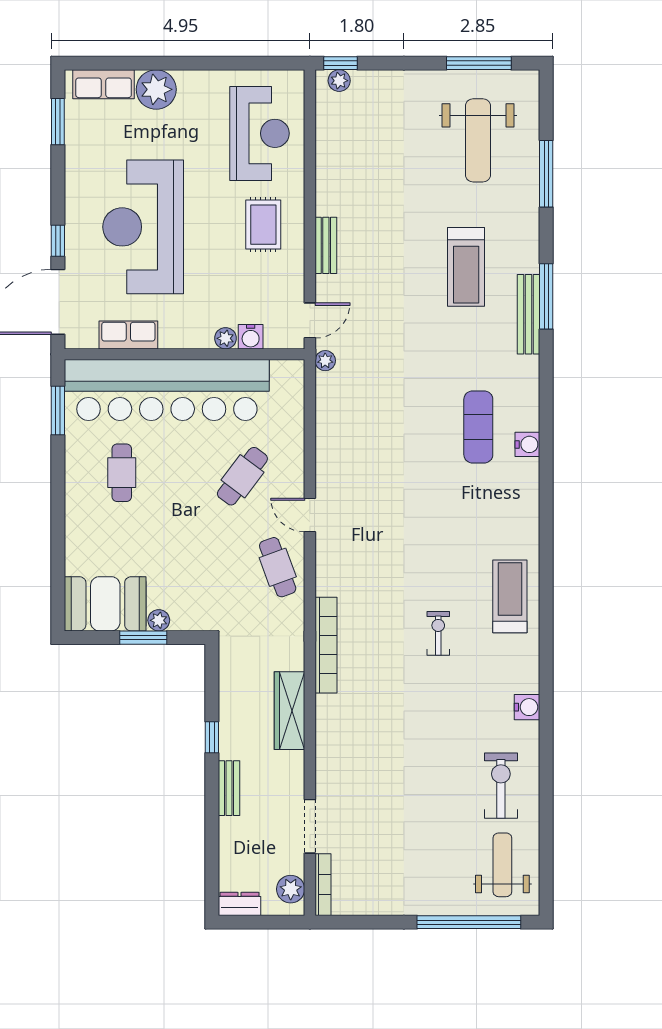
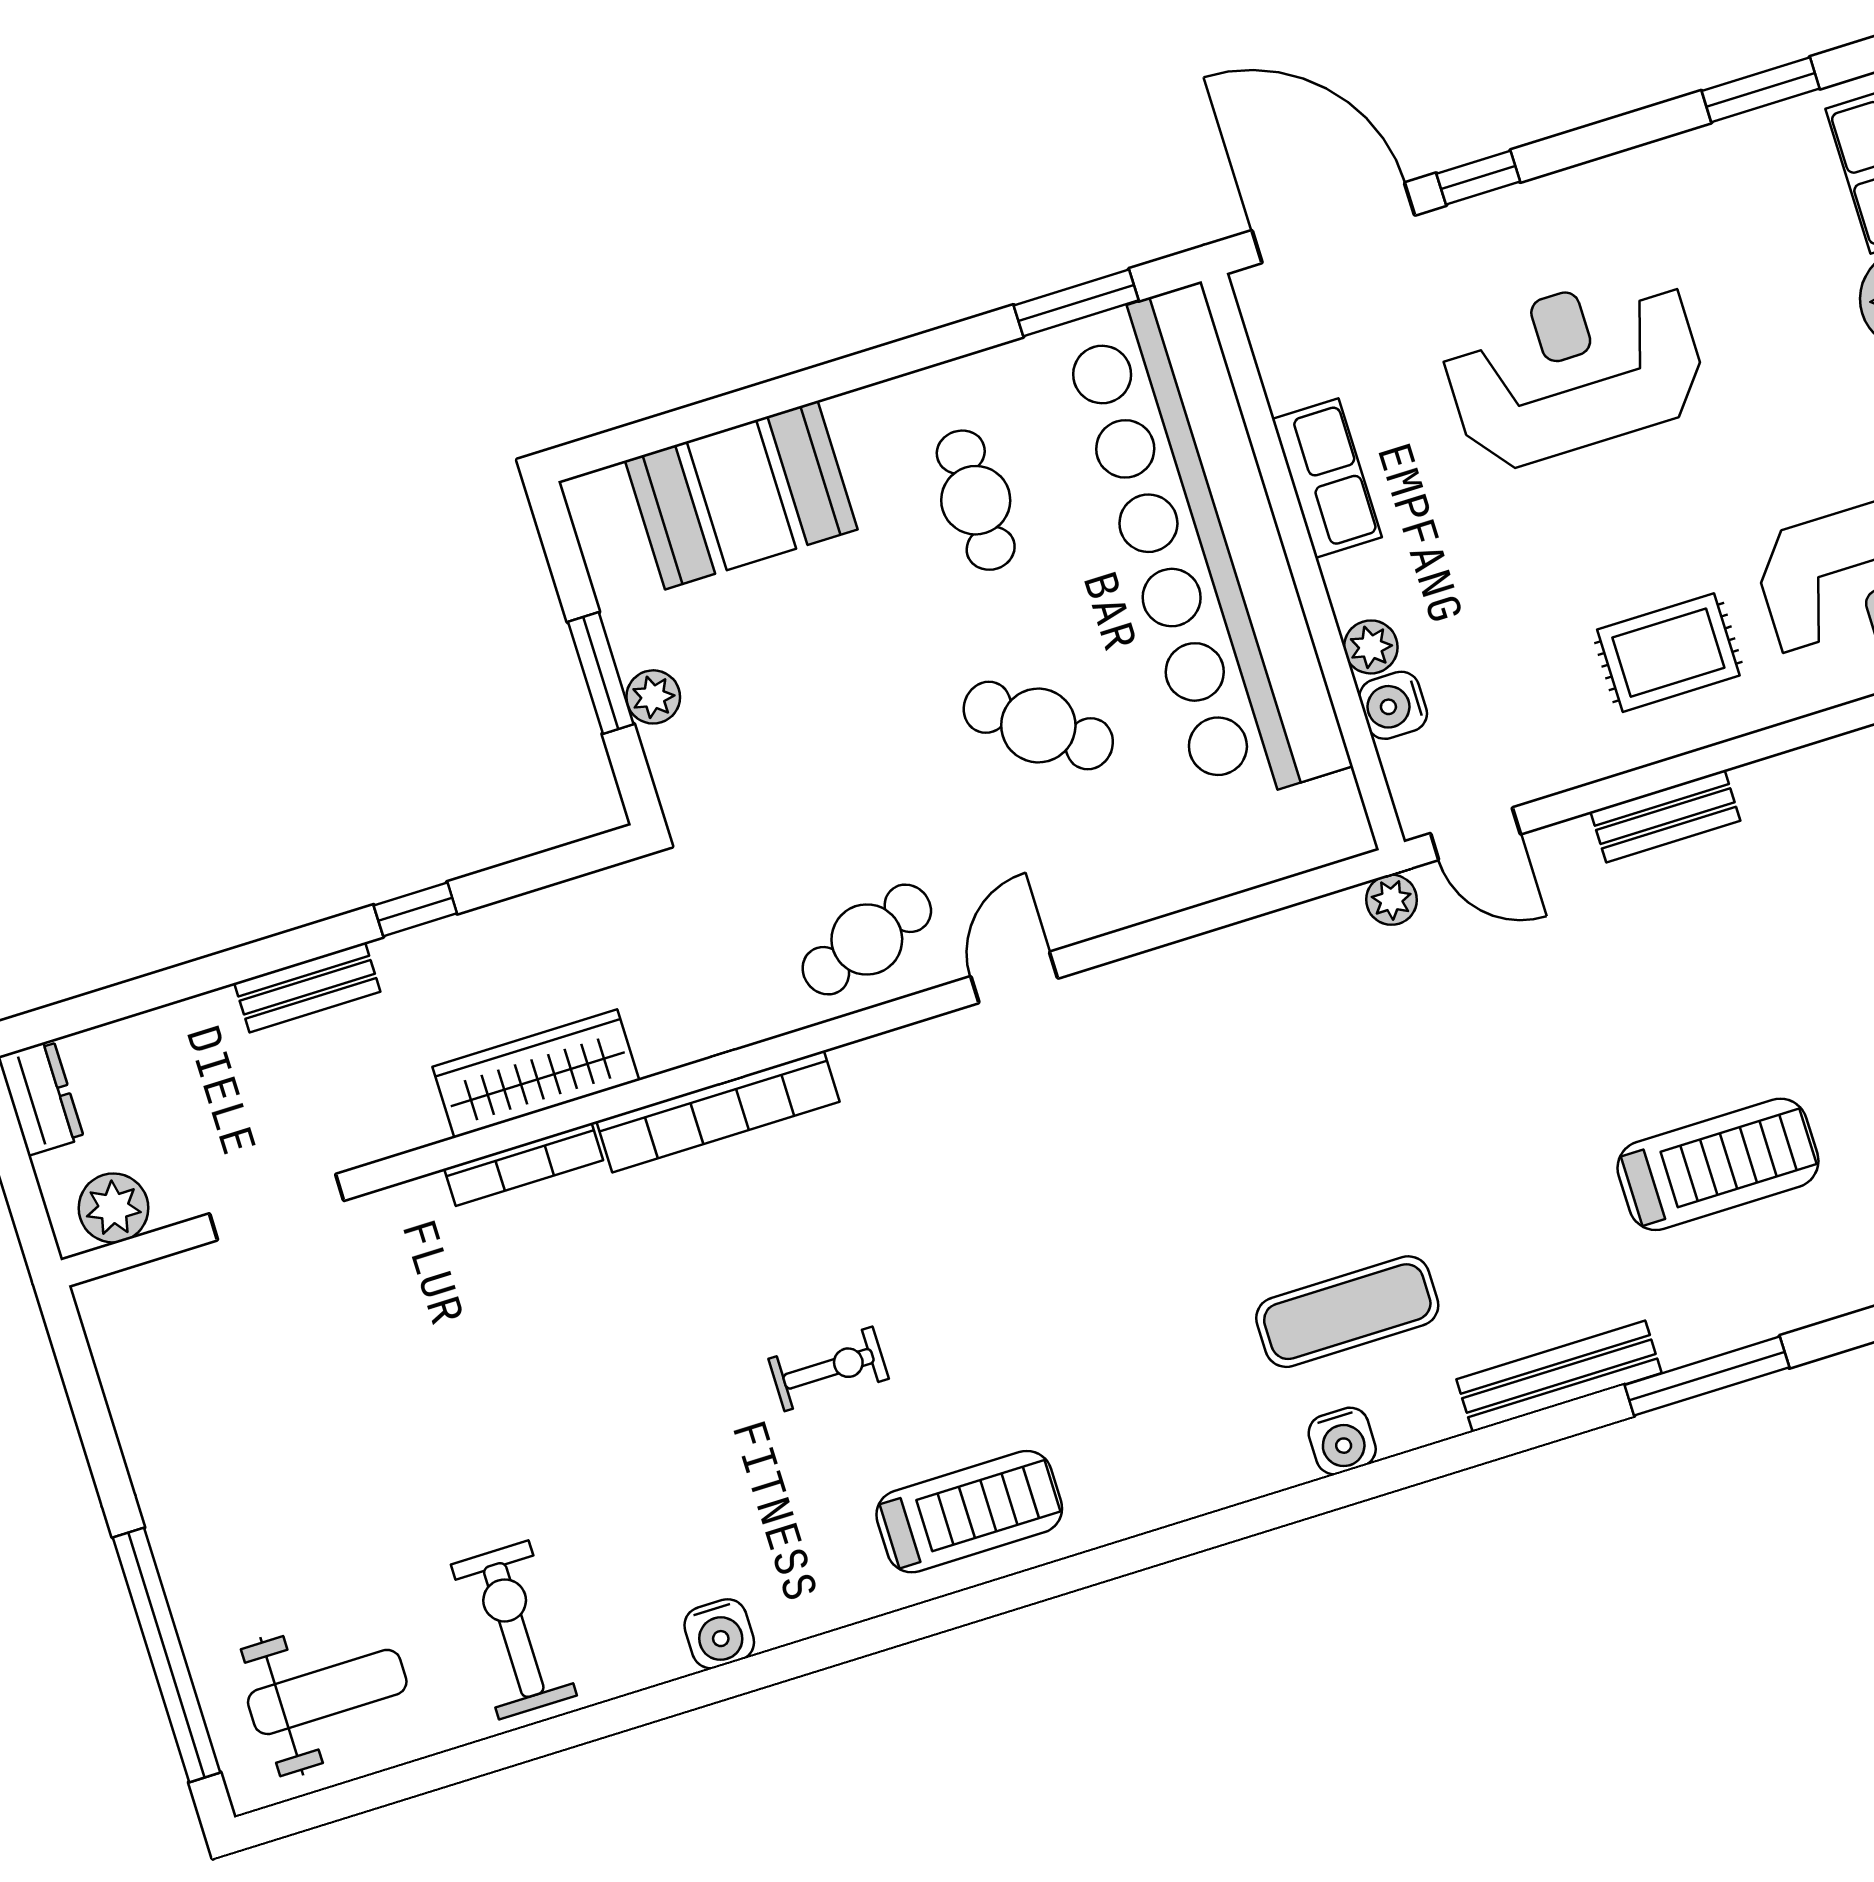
reception desk: (143, 227) -> (1574, 369), width x0.74, depth x0.77
treadmill: (466, 267) -> (1718, 1164), turned 180
bench: (529, 314) -> (1559, 1376), moved
row of seats: (128, 335) -> (1327, 478), moved
cafe table: (122, 473) -> (976, 500), turned 90
cafe table: (242, 476) -> (1038, 725), moved
booth: (105, 604) -> (741, 495), moved, turned 90
exercise bike: (501, 786) -> (514, 1630), turned -90
bookcase: (323, 885) -> (524, 1164), moved

